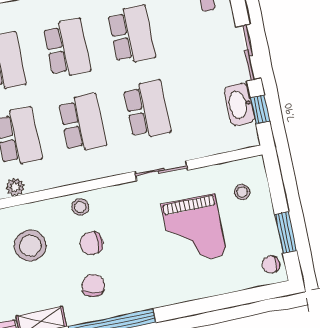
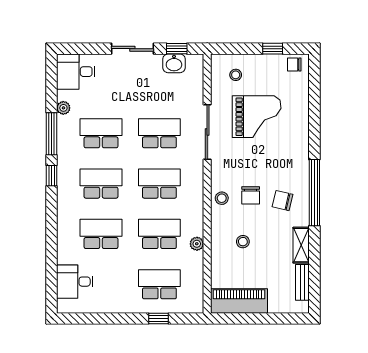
washbasin: (239, 104) -> (174, 63), width x0.72
sliding door: (161, 171) -> (207, 132), width x1.37
window: (286, 232) -> (273, 49), width x0.67
stool: (30, 246) -> (243, 242), width x0.53, depth x0.53
chair: (271, 265) -> (294, 65), turned 90

